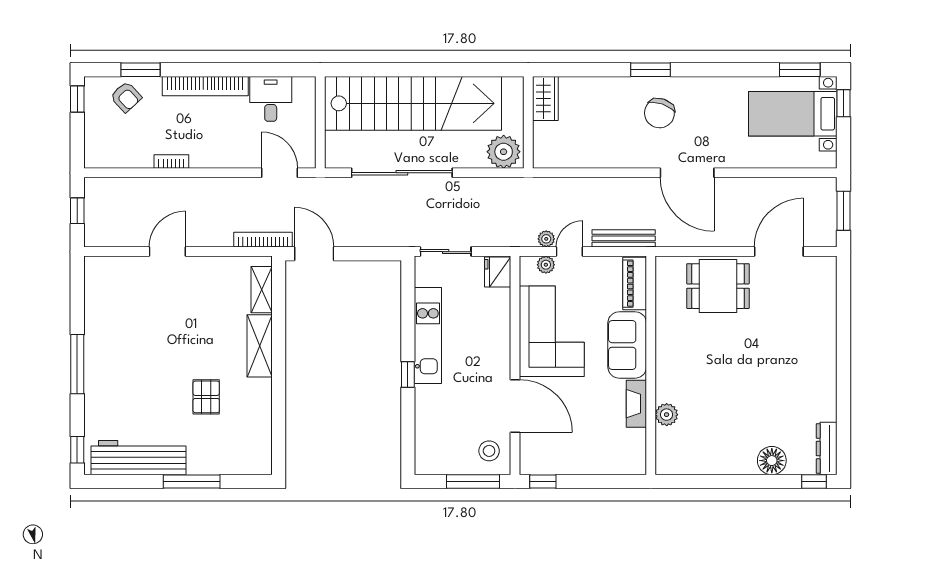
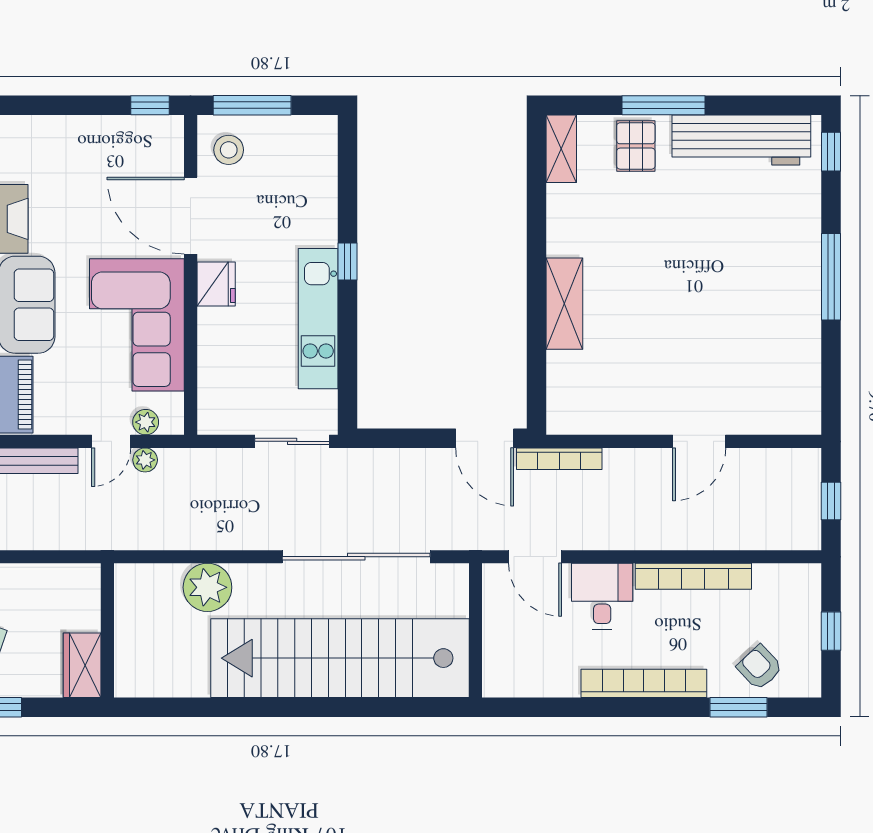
wardrobe: (545, 98) -> (82, 665), moved
window: (77, 99) -> (831, 631), moved
desk: (271, 99) -> (602, 596), moved, turned 180
wall: (528, 122) -> (107, 630), moved
bookcase: (171, 161) -> (693, 576), width x2.31, depth x1.31
fridge: (498, 272) -> (216, 284), moved
shelving: (262, 290) -> (561, 149), moved
pallet: (206, 397) -> (636, 146), moved

